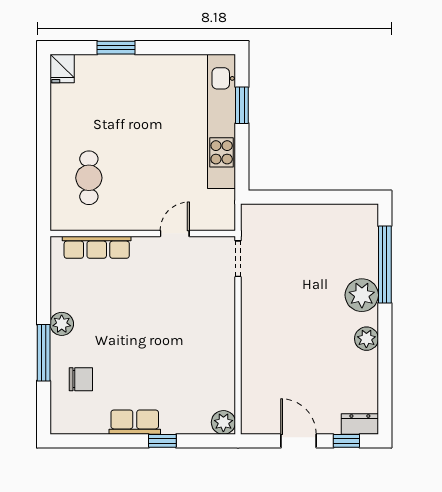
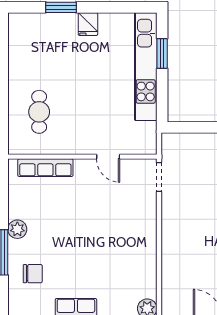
fridge: (62, 69) -> (88, 24), moved
door: (175, 234) -> (108, 157), swing flipped

